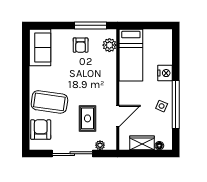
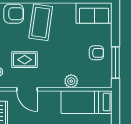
armchair: (81, 45) -> (96, 53), turned 180
plant: (109, 45) -> (71, 81), moved

